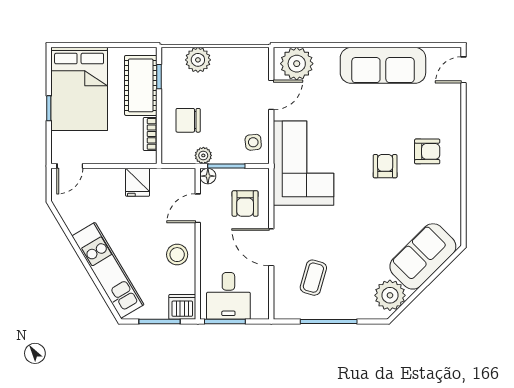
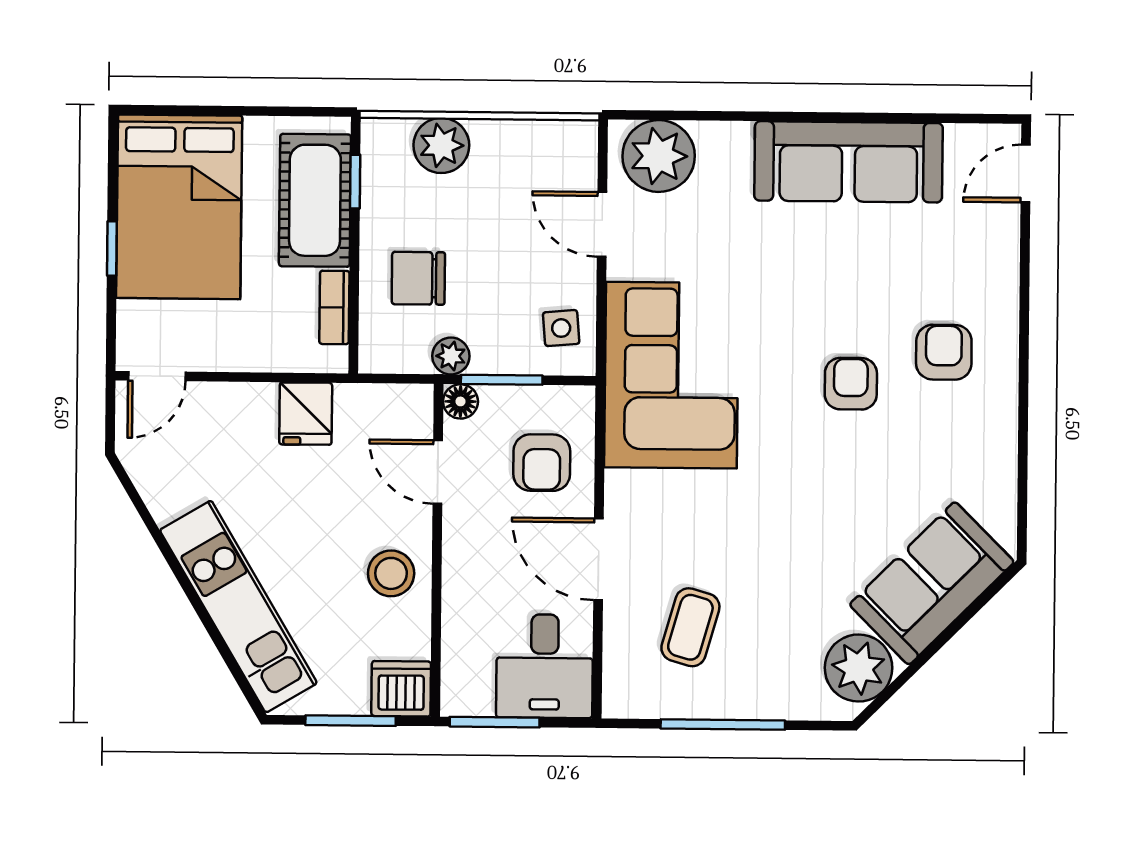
door: (271, 95) -> (602, 224), swing flipped
armchair: (427, 151) -> (944, 352), turned -90
door: (198, 208) -> (438, 472), hinge flipped
desk: (228, 296) -> (545, 666), moved

